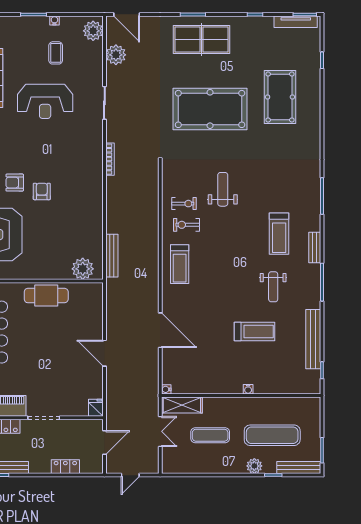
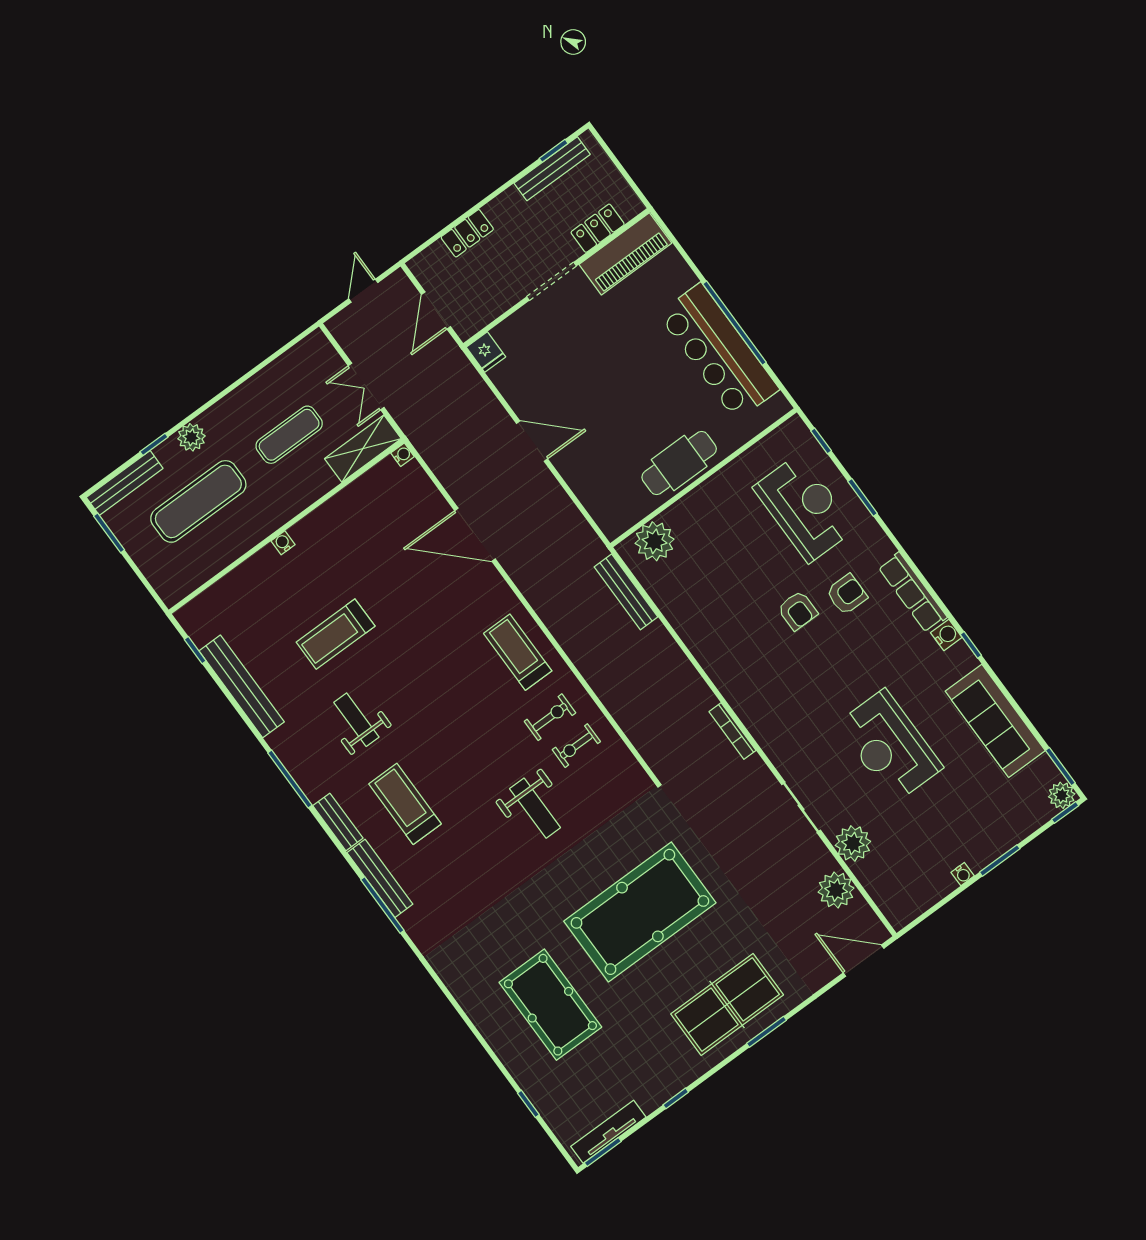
plant: (93, 31) -> (853, 843), moved
coffee table: (56, 53) -> (926, 828), removed
reception desk: (45, 101) -> (889, 746), turned -90
bench: (314, 209) -> (380, 878), added

